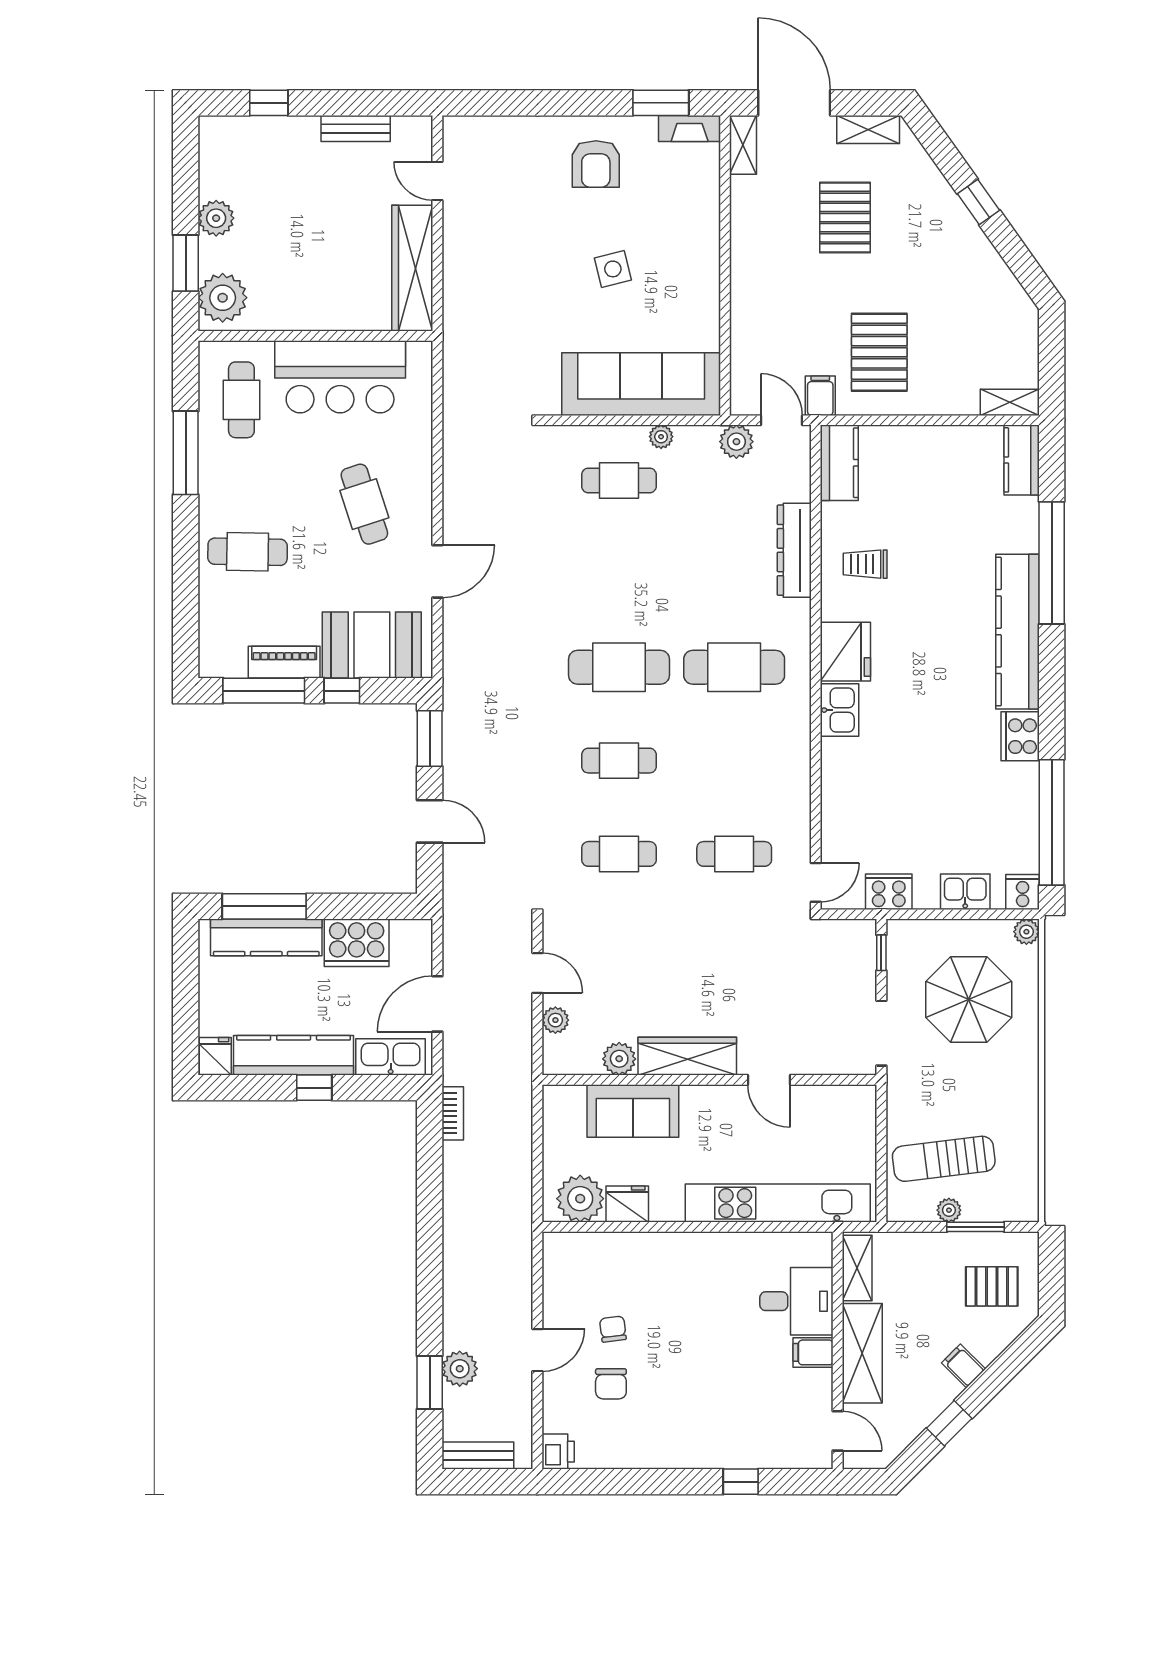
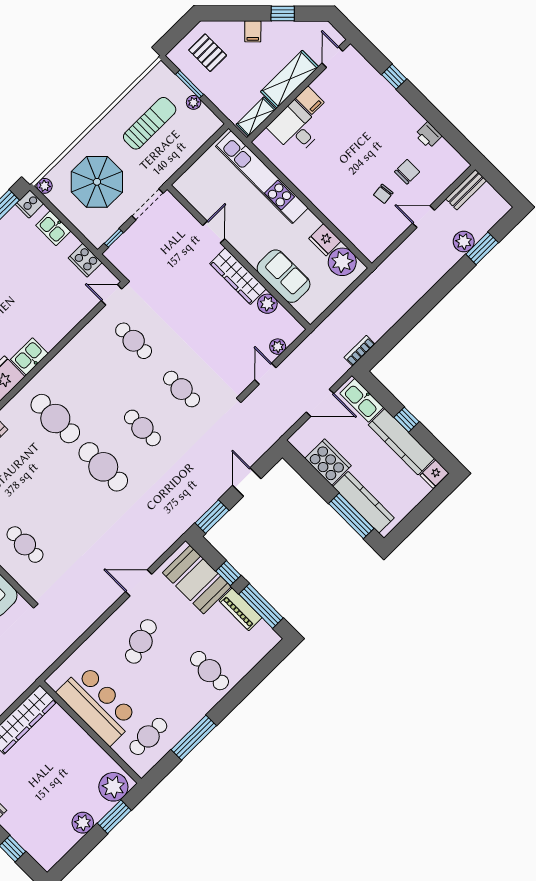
sun lounger: (944, 1159) -> (150, 123), moved, turned -83
printer: (558, 1452) -> (428, 135), moved, turned -90
bench: (478, 1456) -> (466, 190), moved, turned 90

